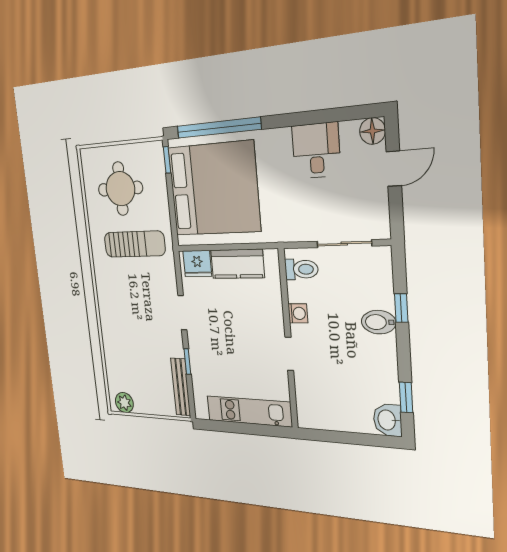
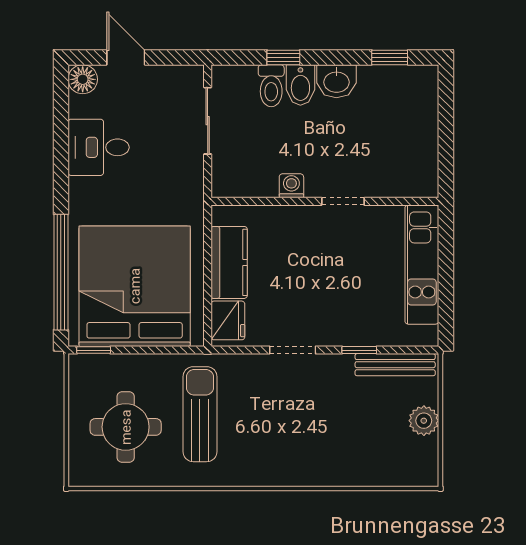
toilet: (301, 269) -> (271, 86), moved, turned 180
plant: (124, 403) -> (424, 421), moved
washbasin: (387, 420) -> (336, 81), moved

